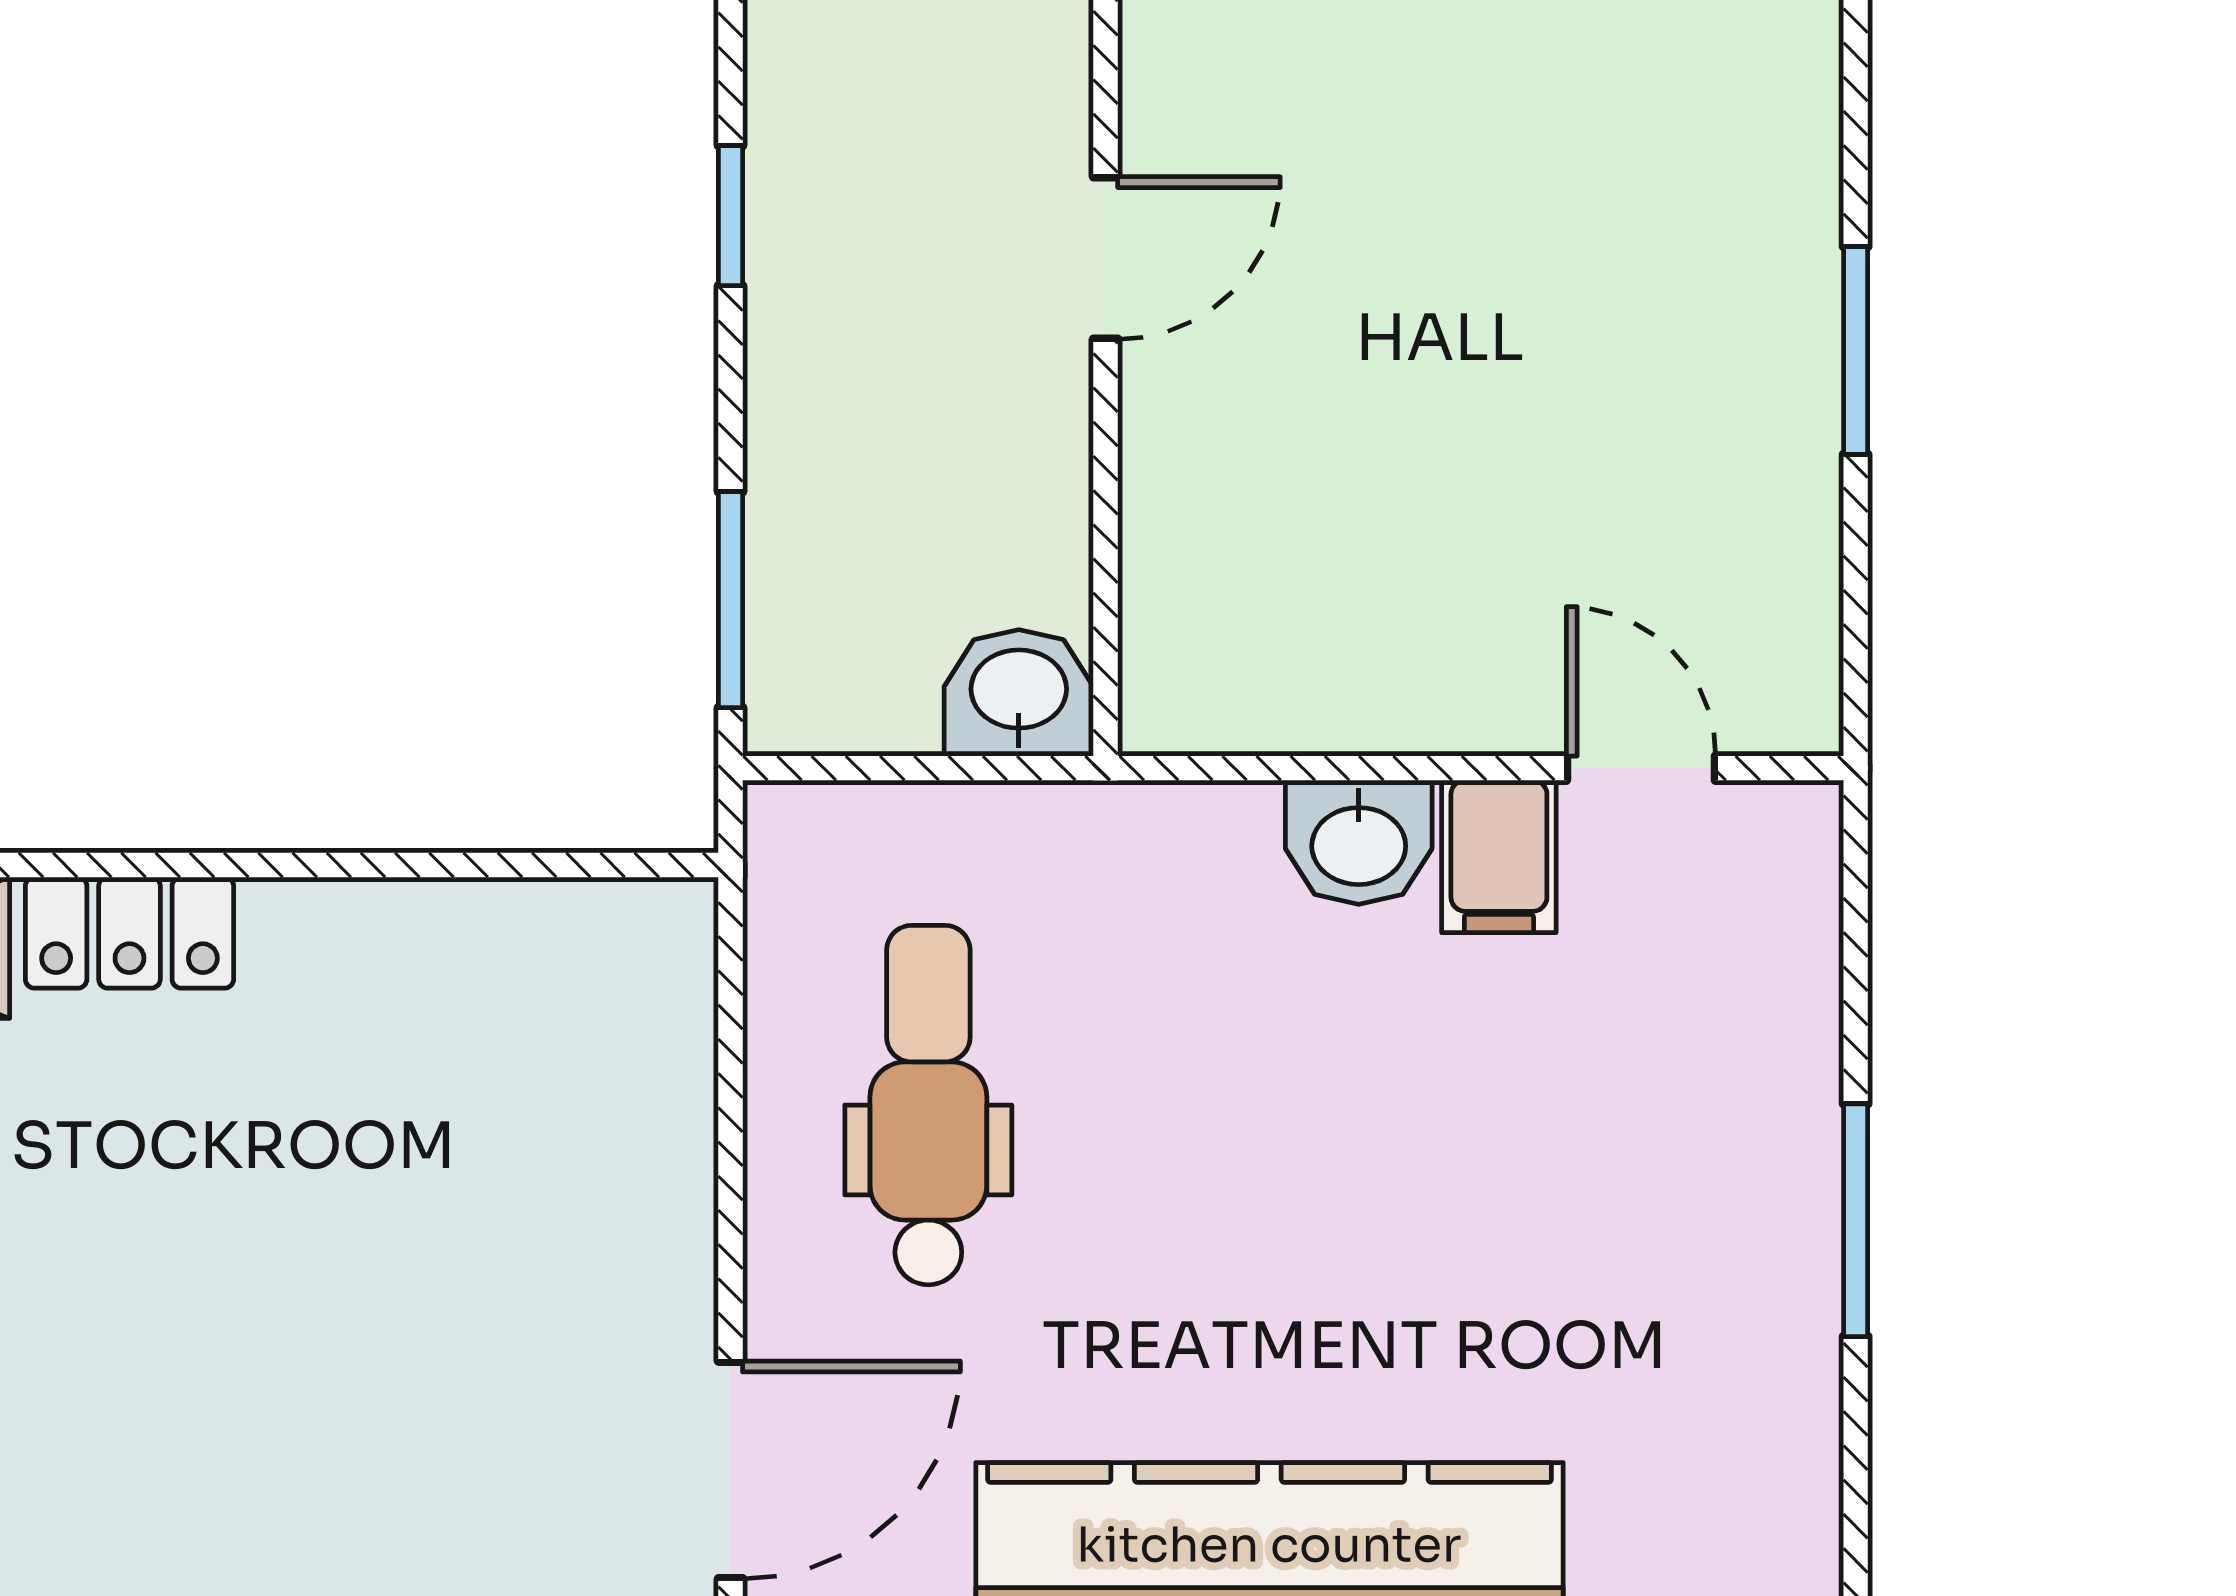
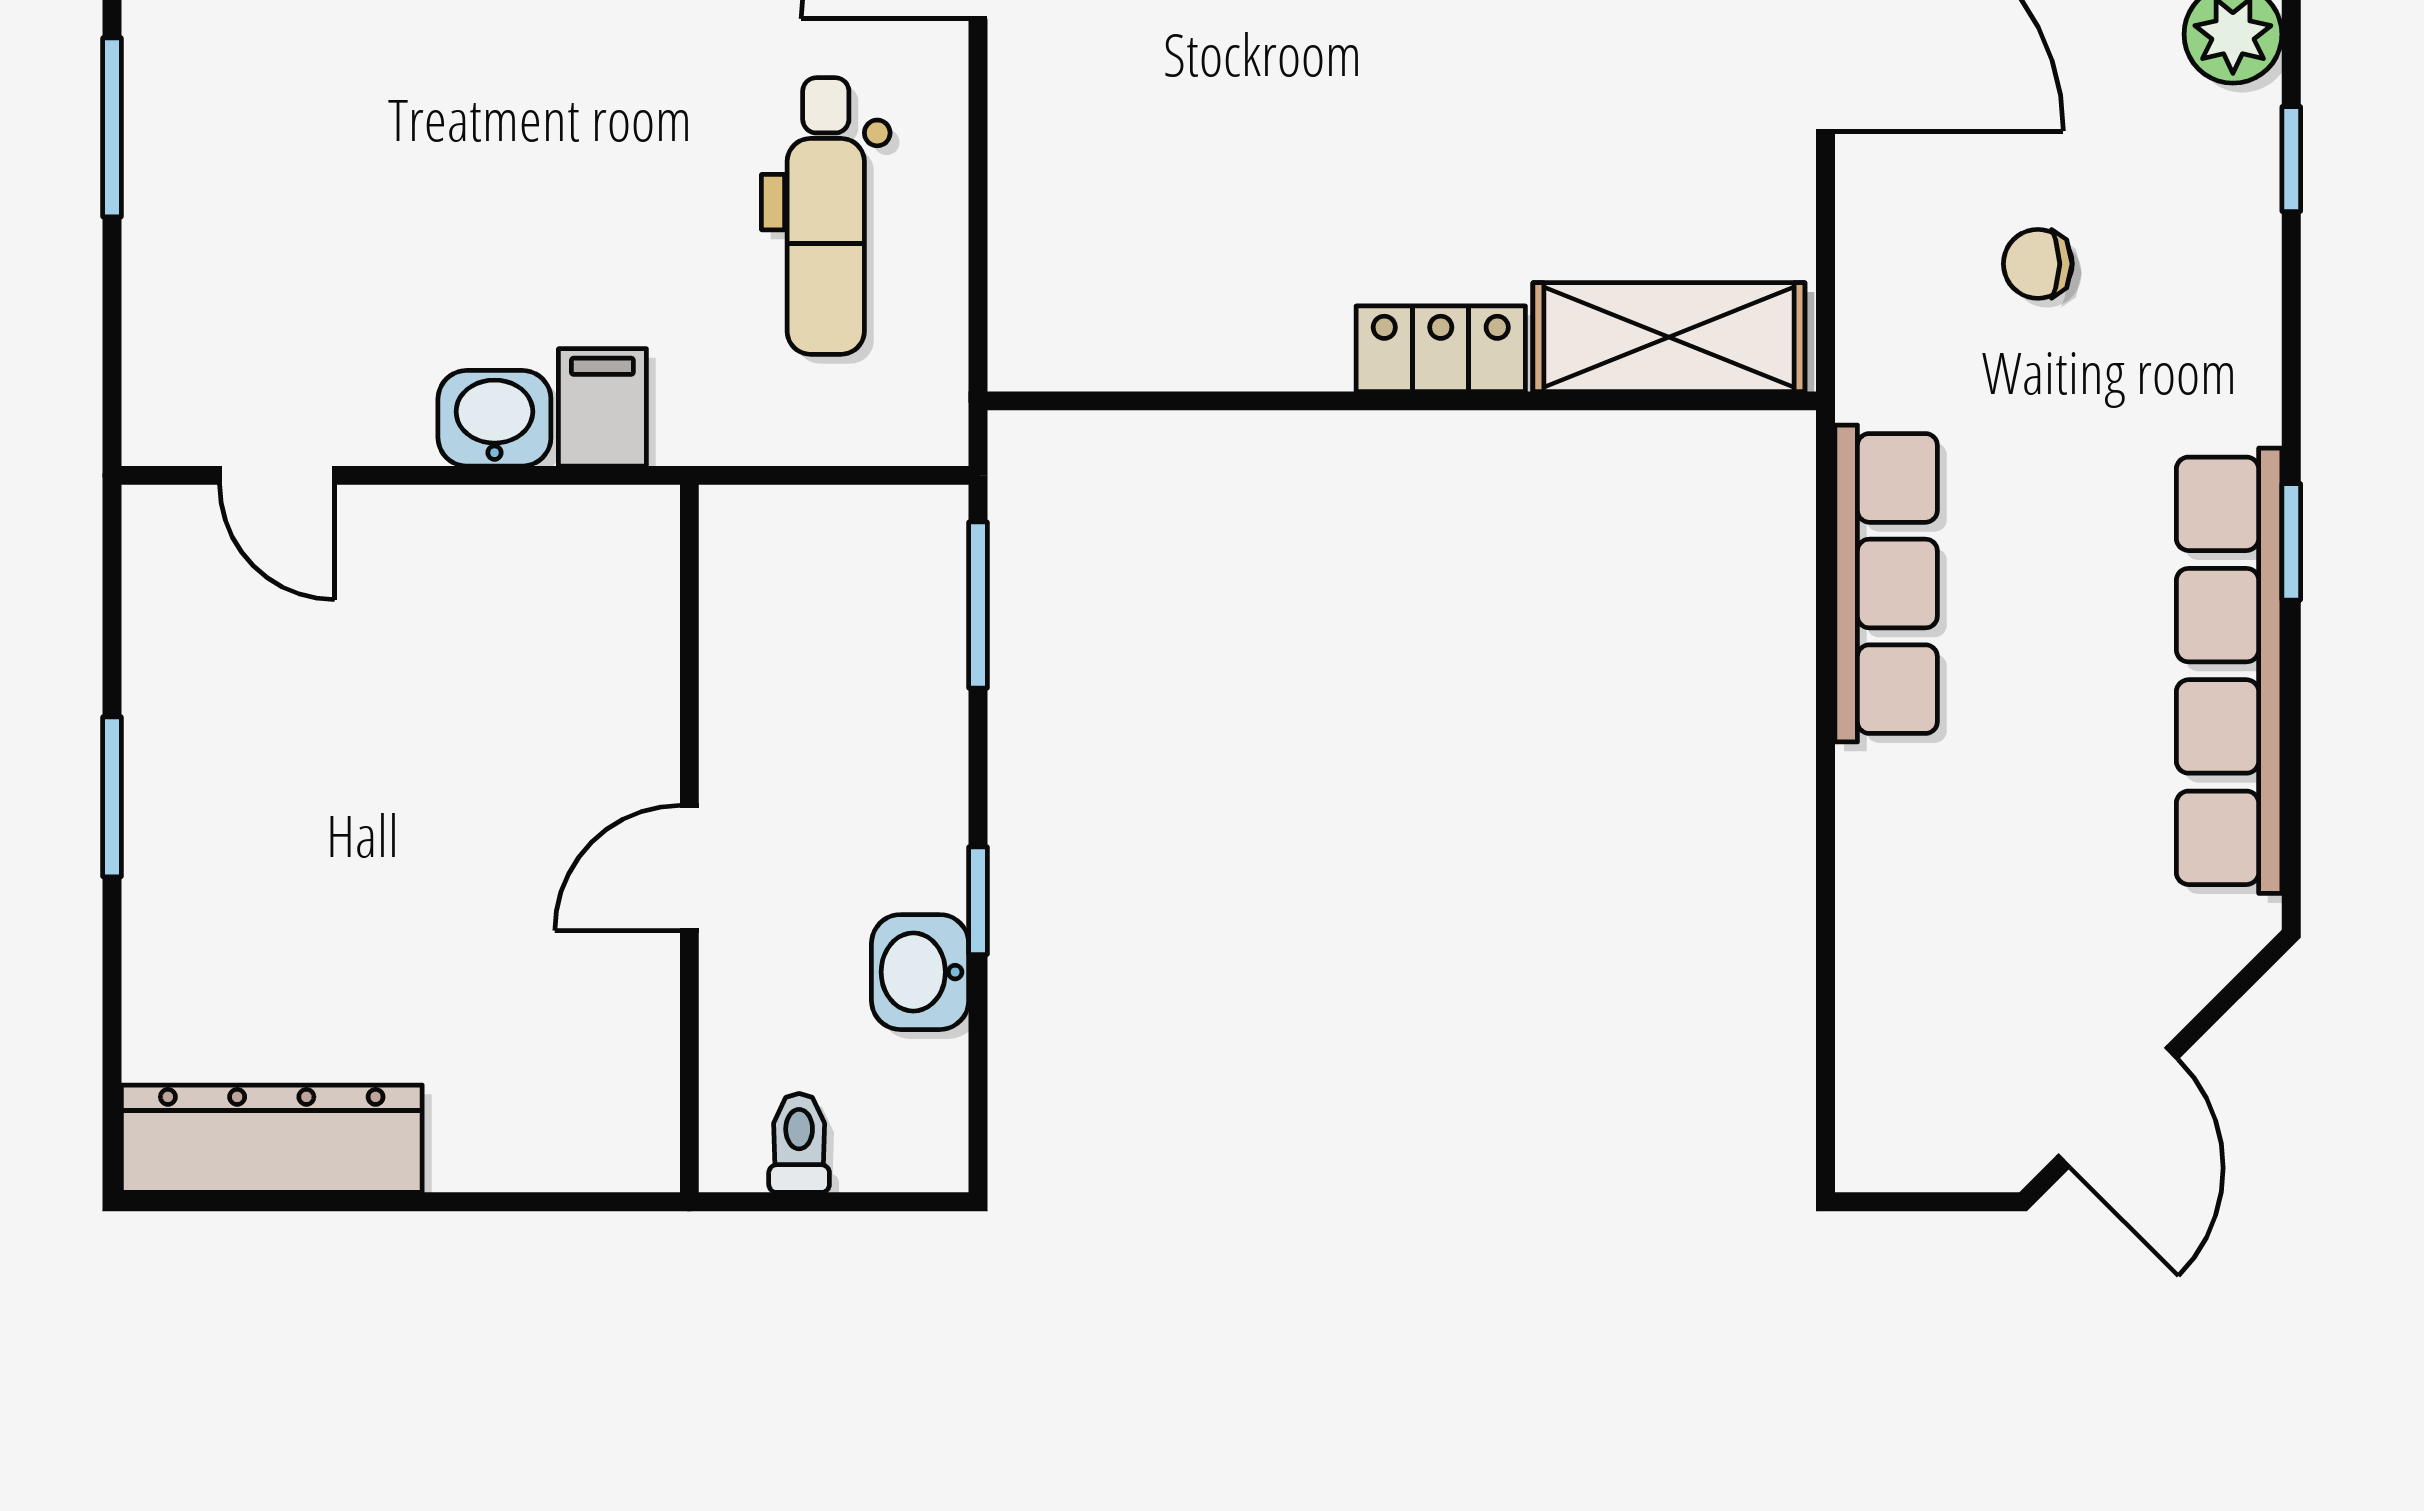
washbasin: (1019, 693) -> (920, 972), moved, turned 90
filing cabinet: (1499, 856) -> (602, 407), moved

